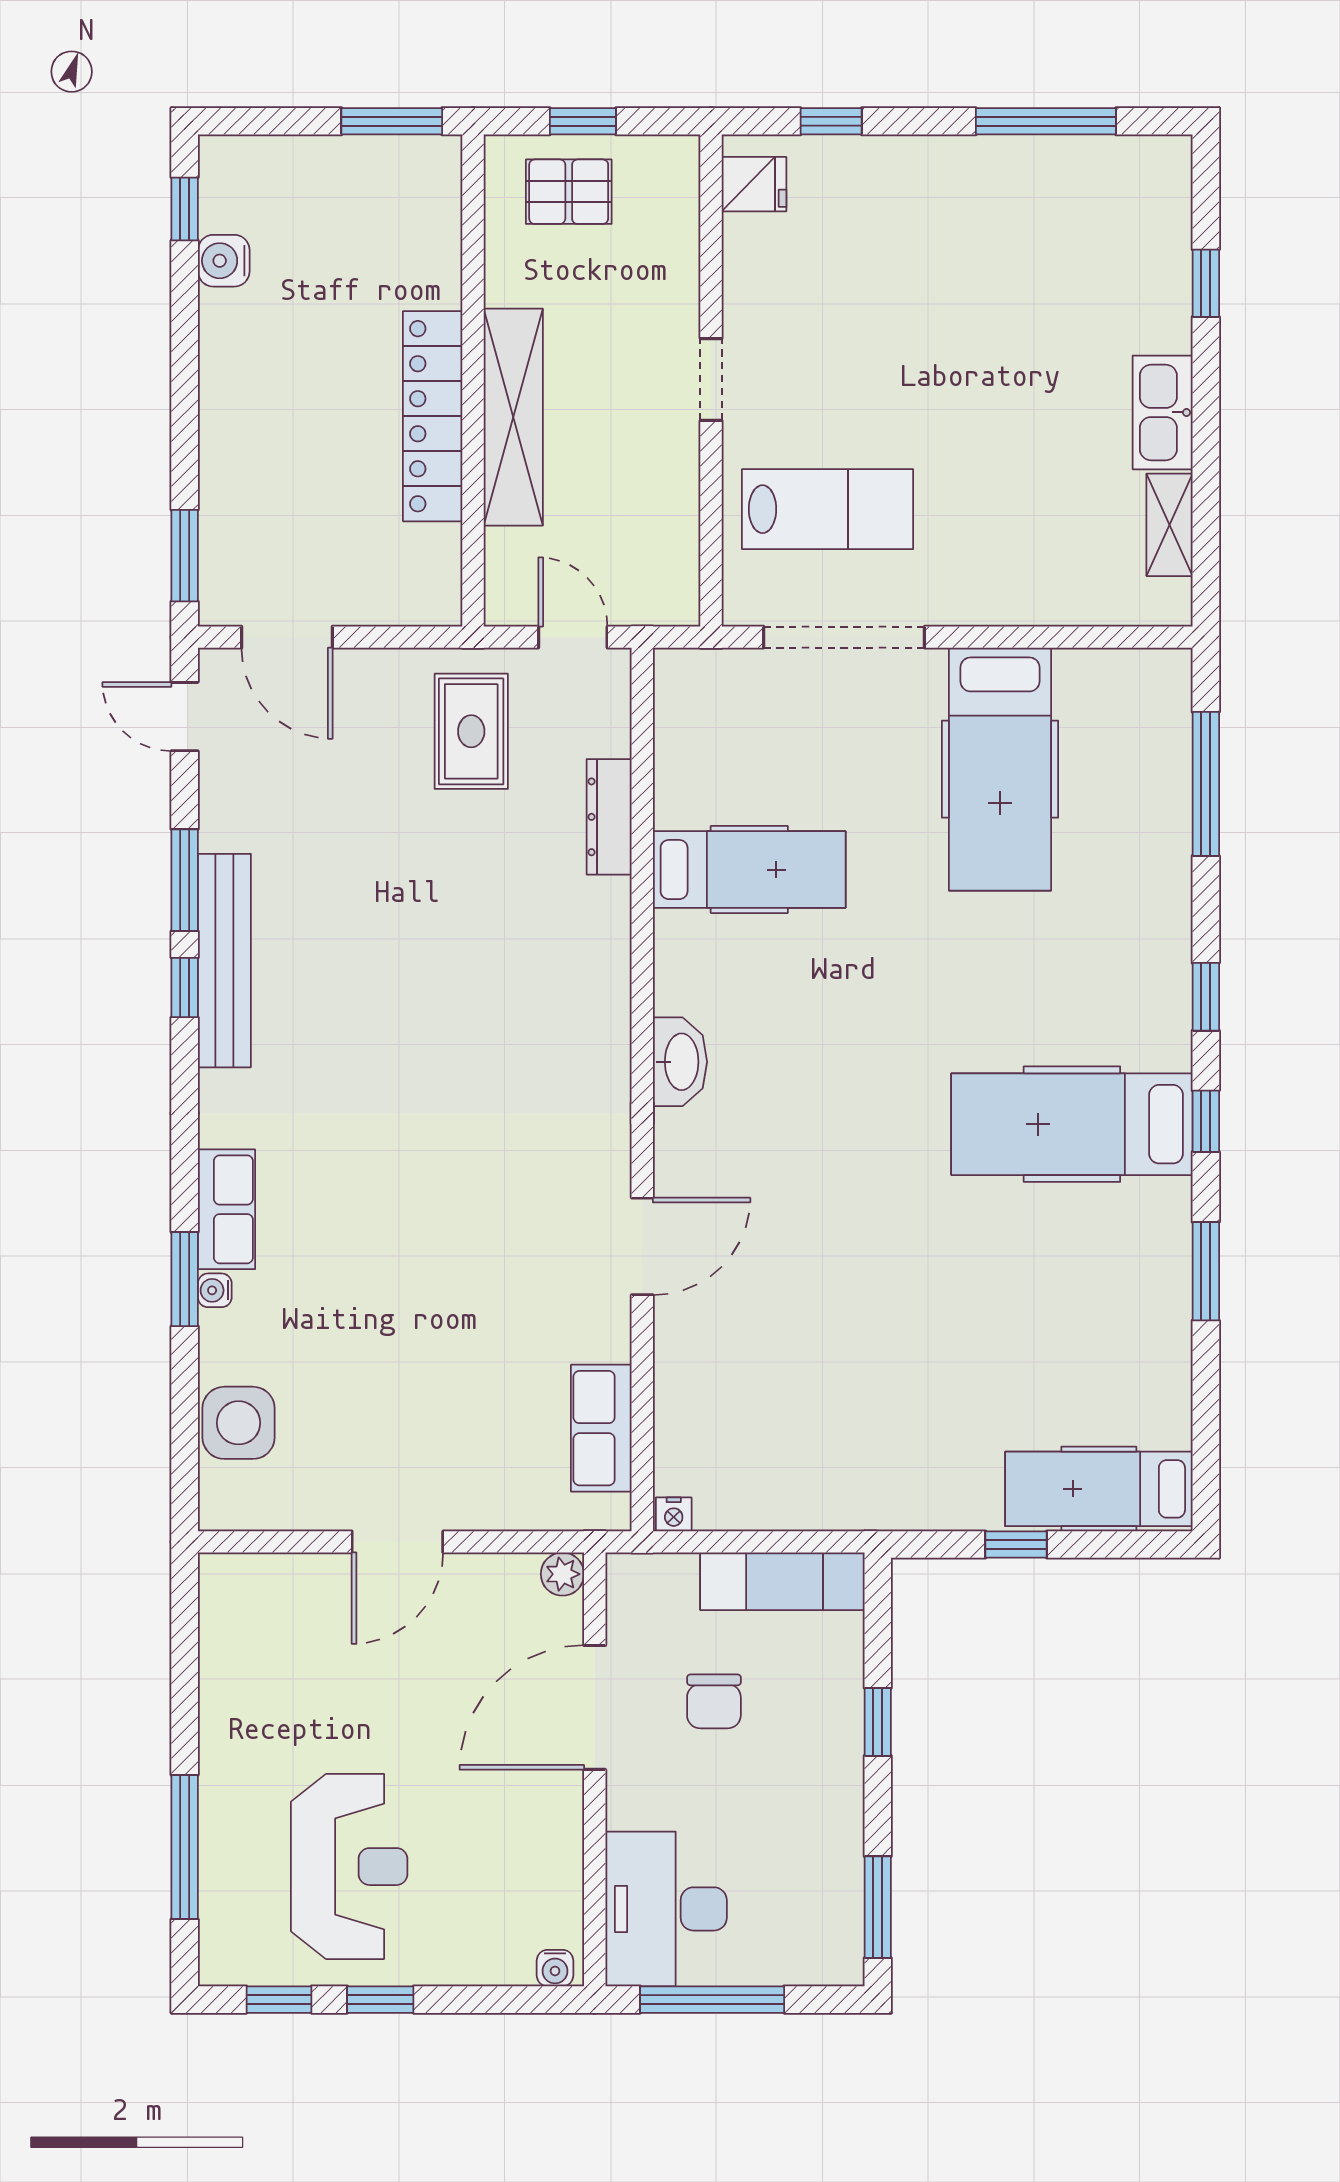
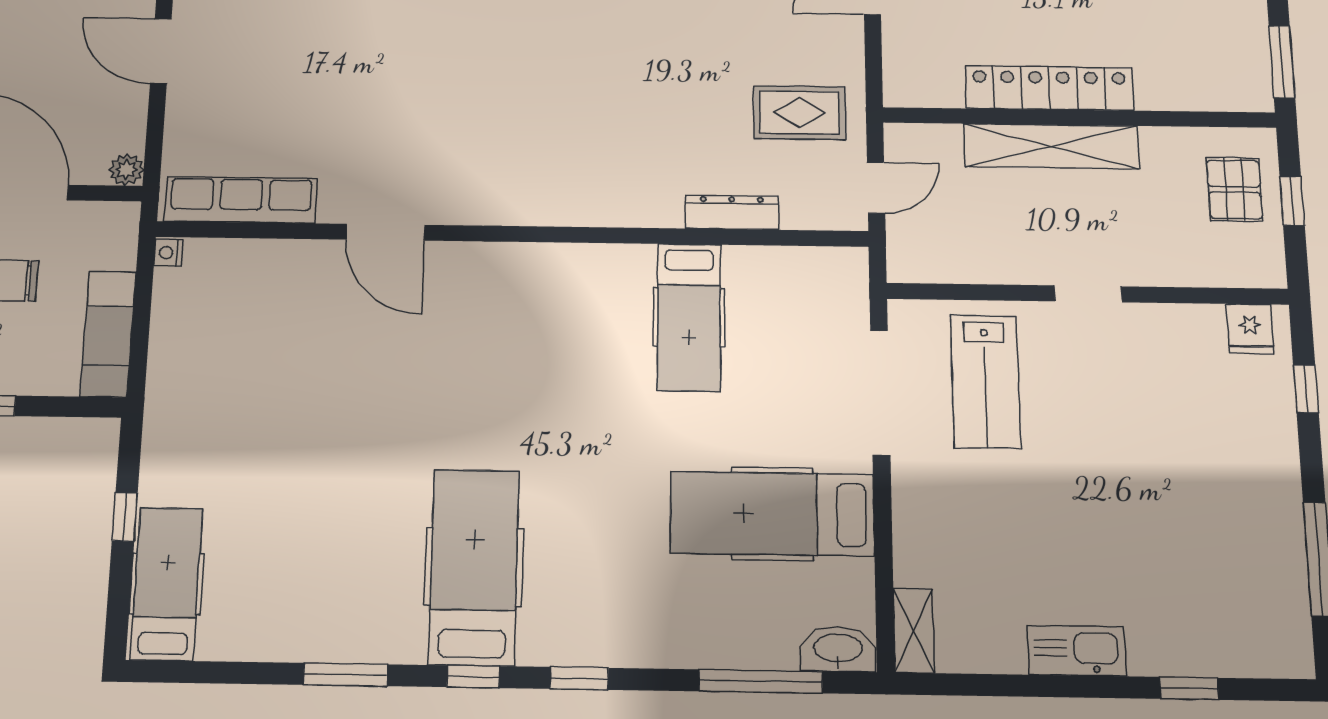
shelving: (1169, 525) -> (914, 630), moved, turned 90
washbasin: (680, 1062) -> (838, 649), moved, turned 180
row of seats: (601, 1428) -> (241, 200), width x1.48

